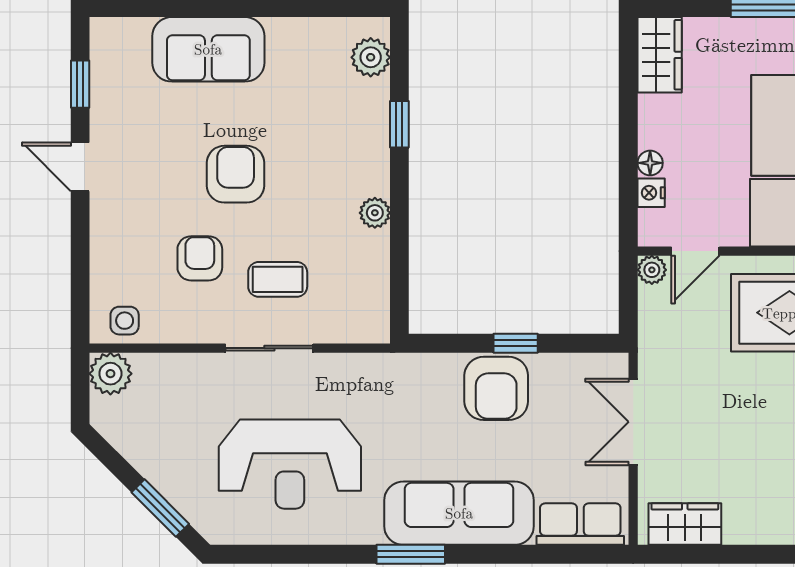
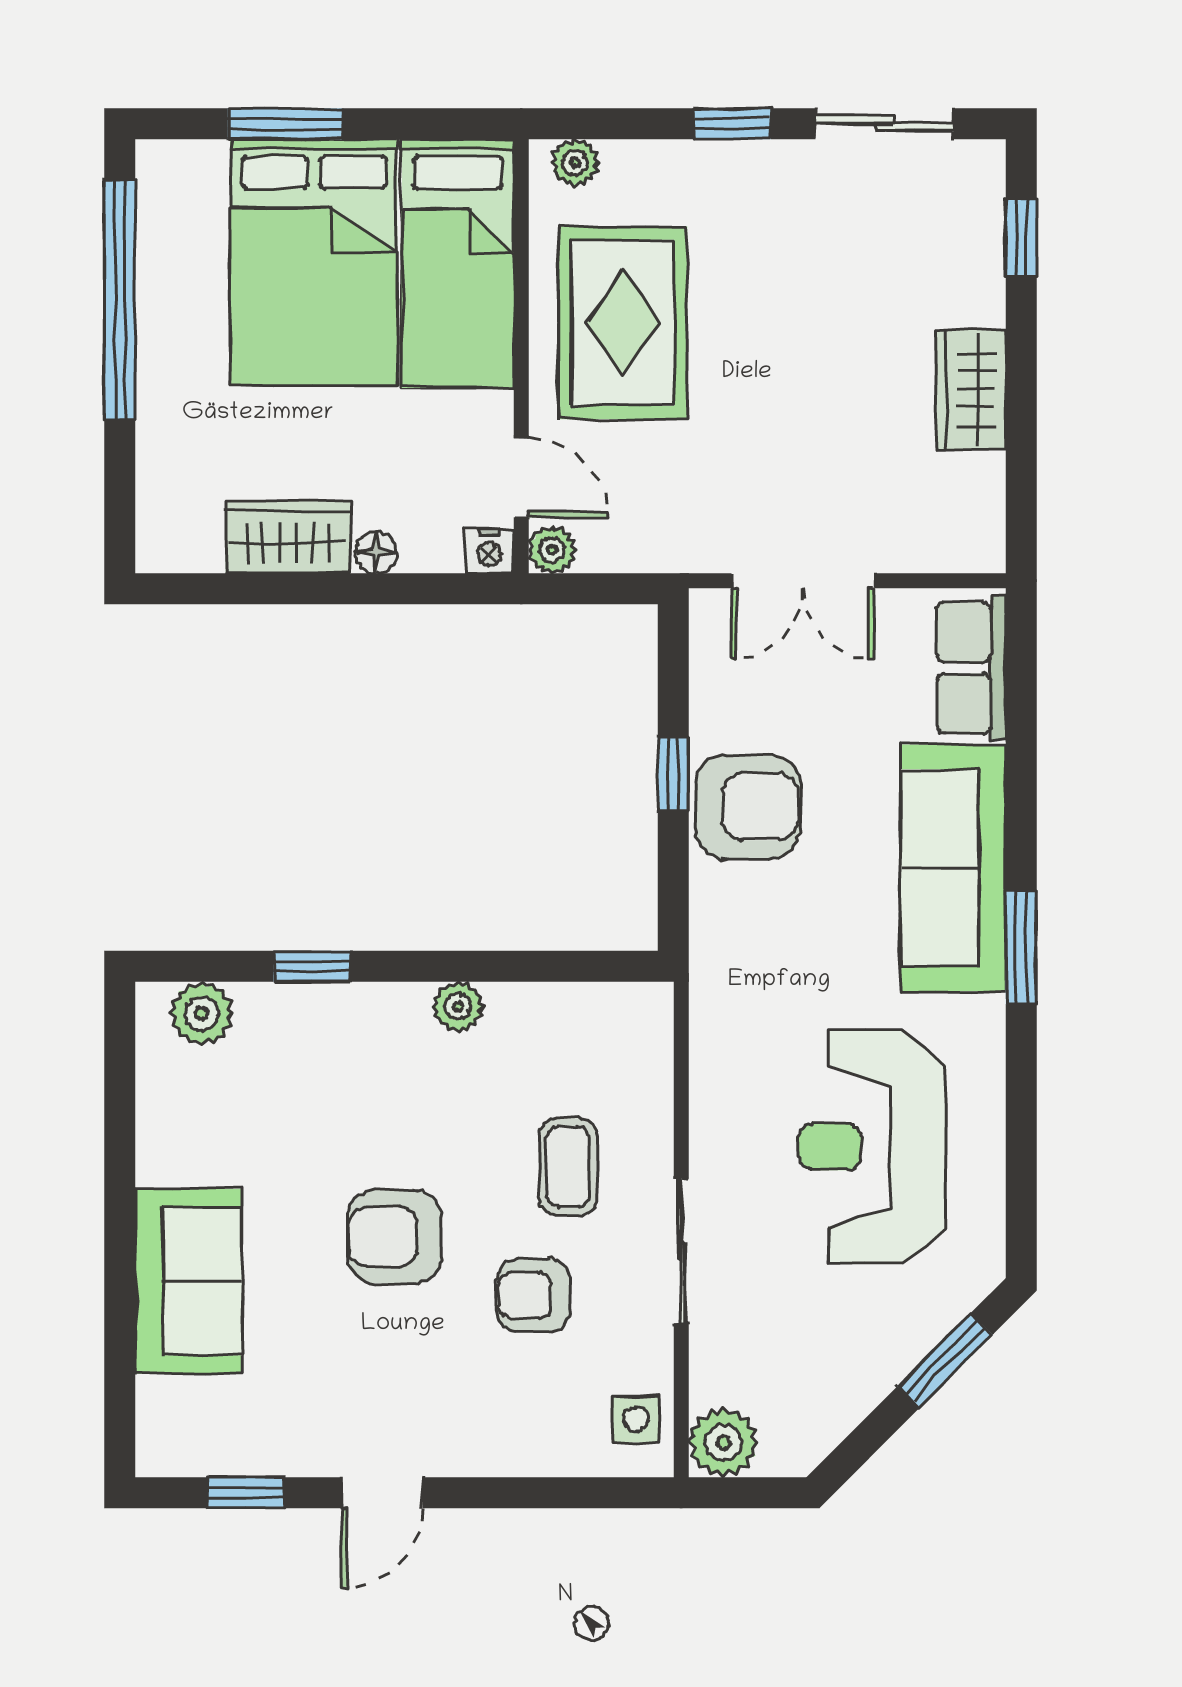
wardrobe: (660, 55) -> (288, 537), moved
nightstand: (651, 193) -> (489, 551), moved
sliding door: (269, 348) -> (681, 1251), moved
reception desk: (290, 464) -> (873, 1147), turned 180
wardrobe: (685, 524) -> (971, 390), moved

